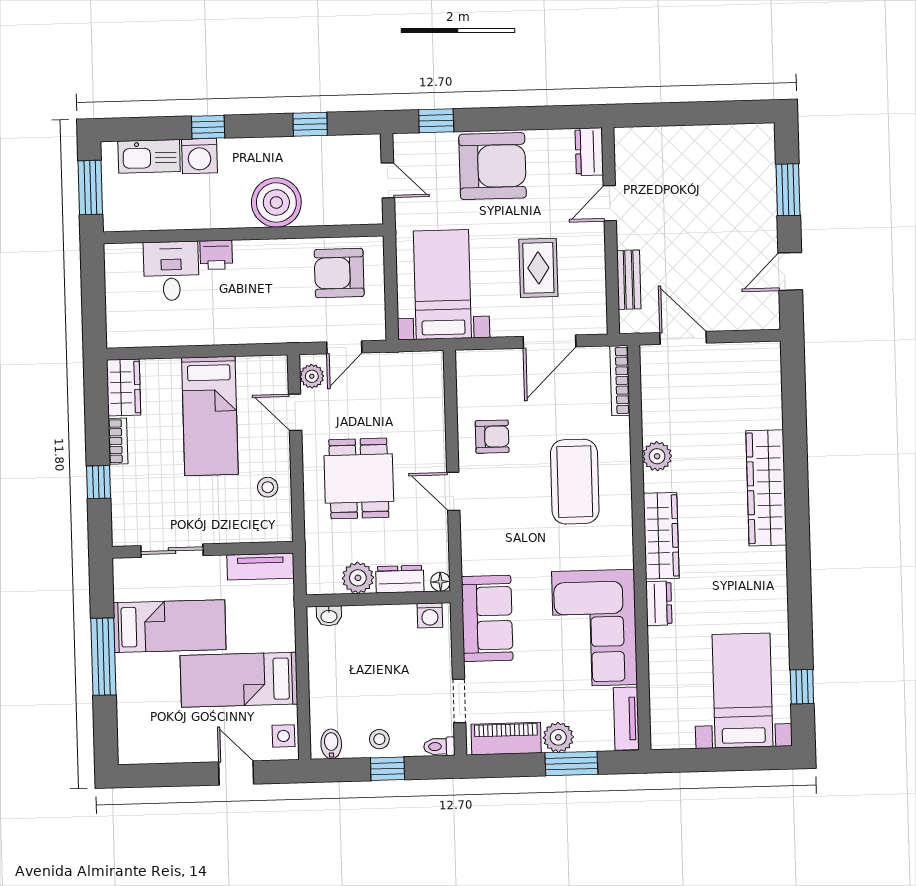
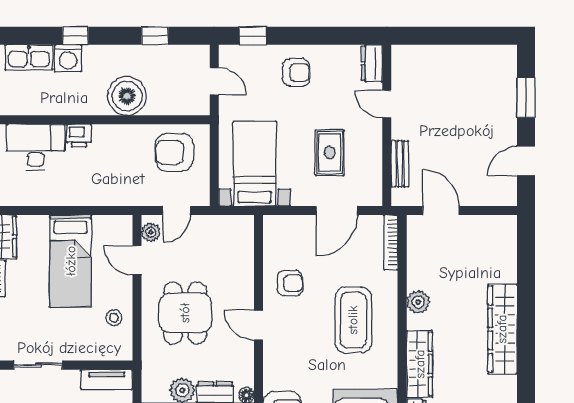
armchair: (493, 166) -> (296, 72), width x0.53, depth x0.53
door: (610, 203) -> (387, 104), hinge flipped
desk: (171, 271) -> (36, 147), width x1.37

